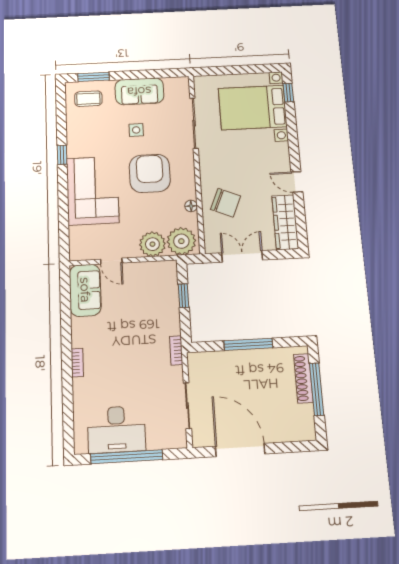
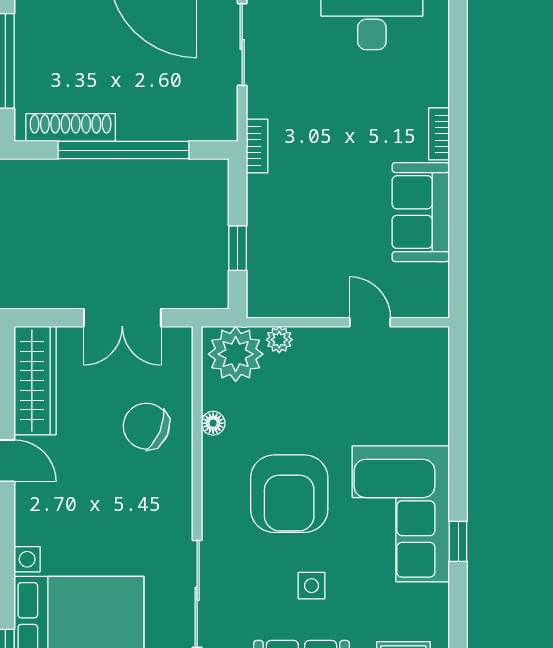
corner sofa: (93, 190) -> (401, 514), moved
plant: (152, 244) -> (279, 340), width x0.53, depth x0.53
sofa: (85, 290) -> (421, 212), moved
window: (248, 344) -> (124, 150), width x1.46
shoe rack: (303, 378) -> (71, 128), moved, turned -90

